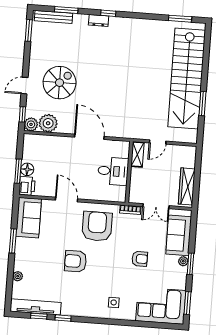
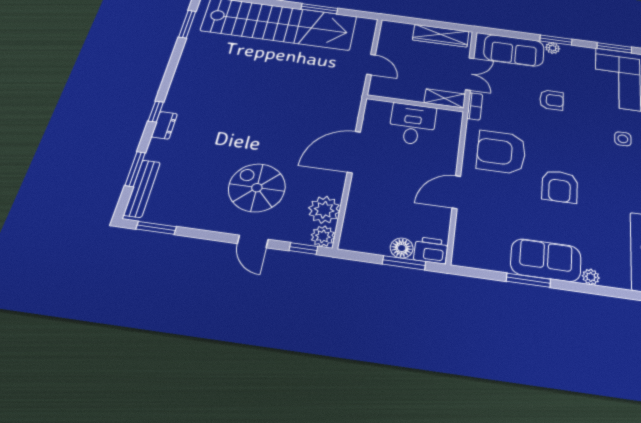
shelving: (137, 154) -> (445, 98), moved
sofa: (29, 218) -> (546, 260), moved
armchair: (140, 259) -> (552, 100), turned 90

